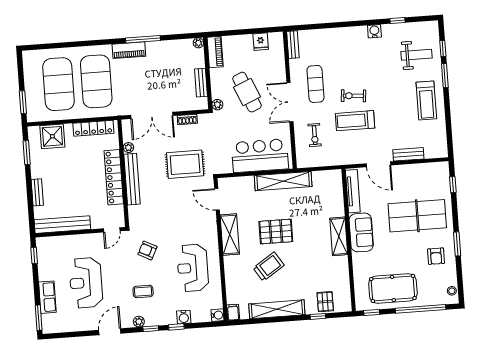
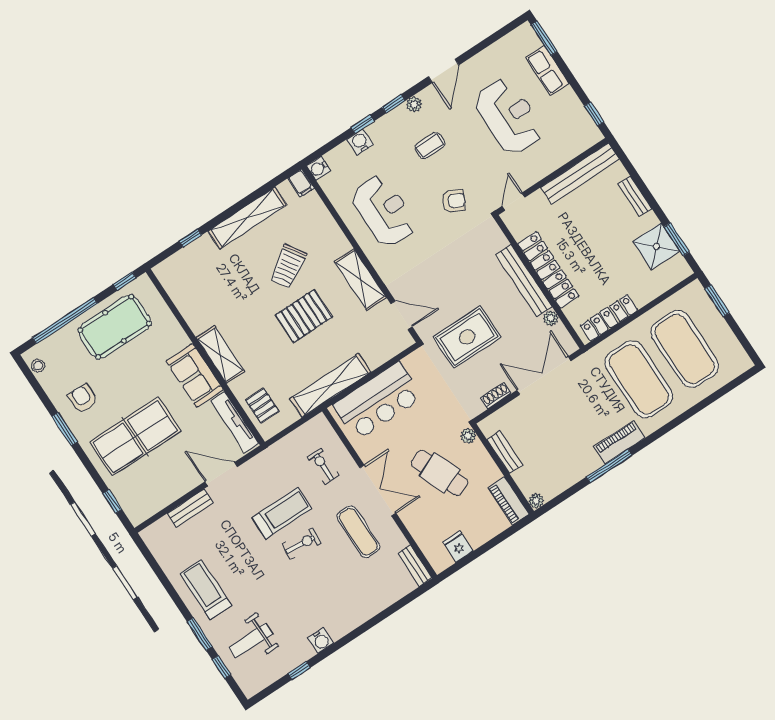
shower: (52, 136) -> (656, 246), moved
pallet: (325, 302) -> (262, 406), moved

